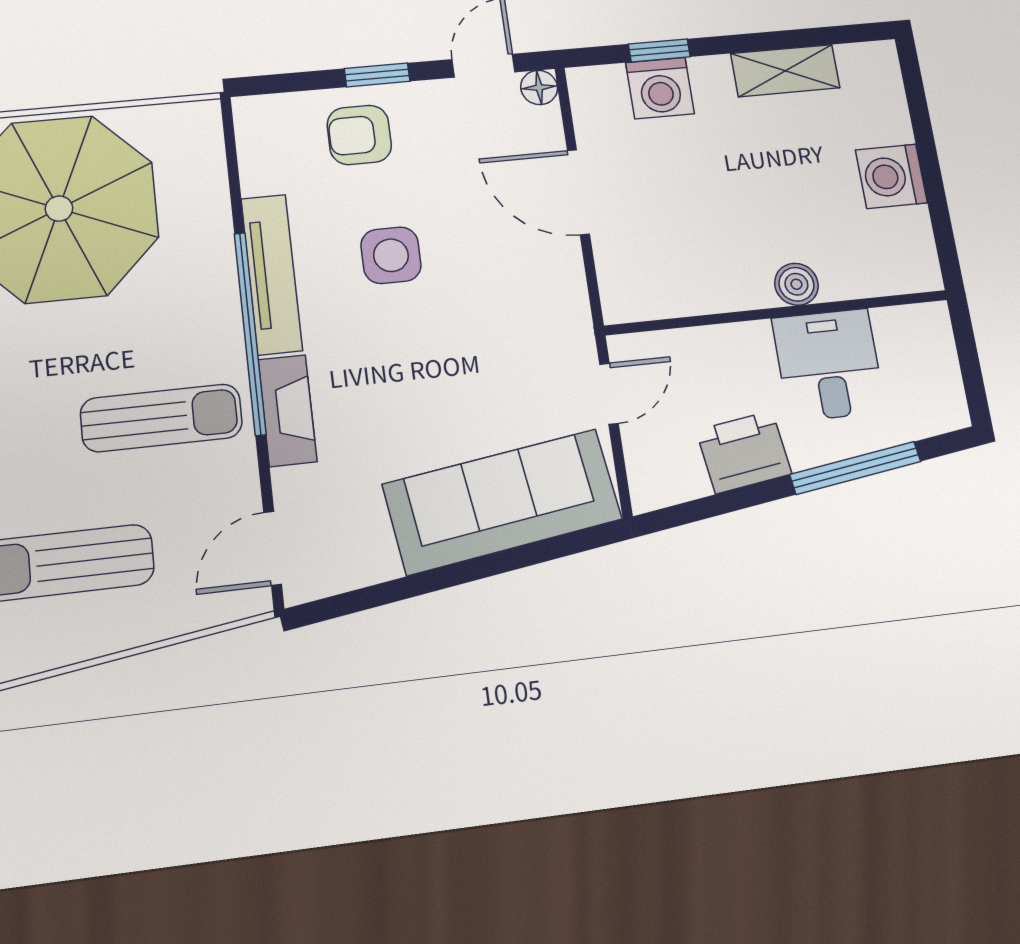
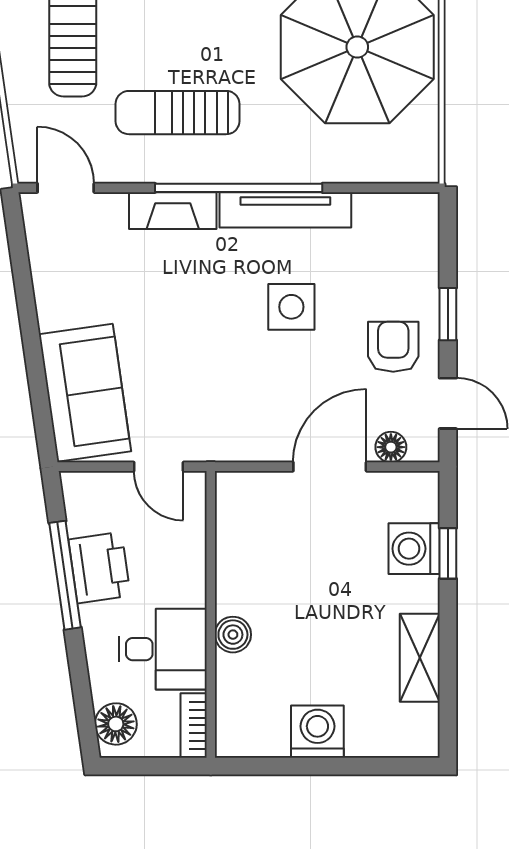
floor lamp: (539, 87) -> (391, 447), moved
armchair: (359, 135) -> (393, 347), moved
bookcase: (912, 319) -> (194, 725), added
floor lamp: (928, 411) -> (116, 724), added
sun lounger: (161, 418) -> (178, 113), turned 90
window: (855, 468) -> (65, 575), moved
sofa: (502, 502) -> (85, 393), width x0.73

